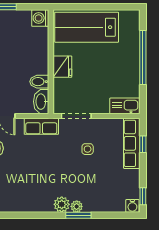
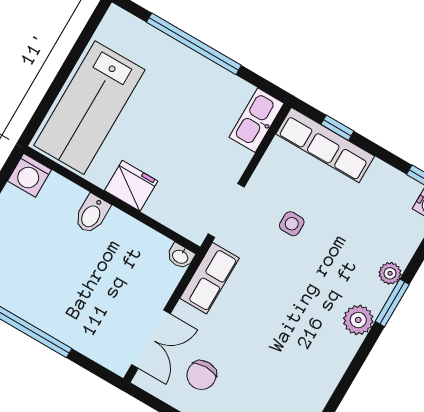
bidet: (39, 82) -> (92, 214), moved
washbasin: (41, 102) -> (180, 256), width x0.52, depth x0.69
plant: (77, 206) -> (390, 273), moved

